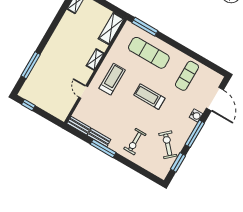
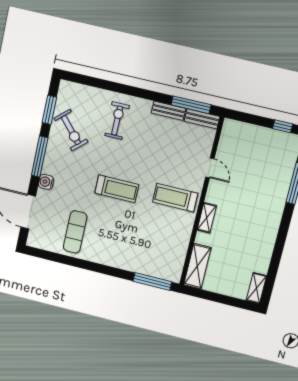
exercise mat: (149, 53) -> (136, 248), removed
treadmill: (112, 79) -> (175, 198), turned 90
window: (103, 148) -> (191, 105), moved

